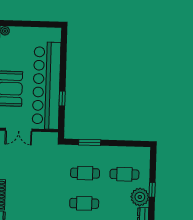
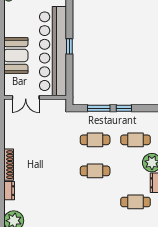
window: (62, 99) -> (69, 46), moved
window: (114, 143) -> (124, 108), added

